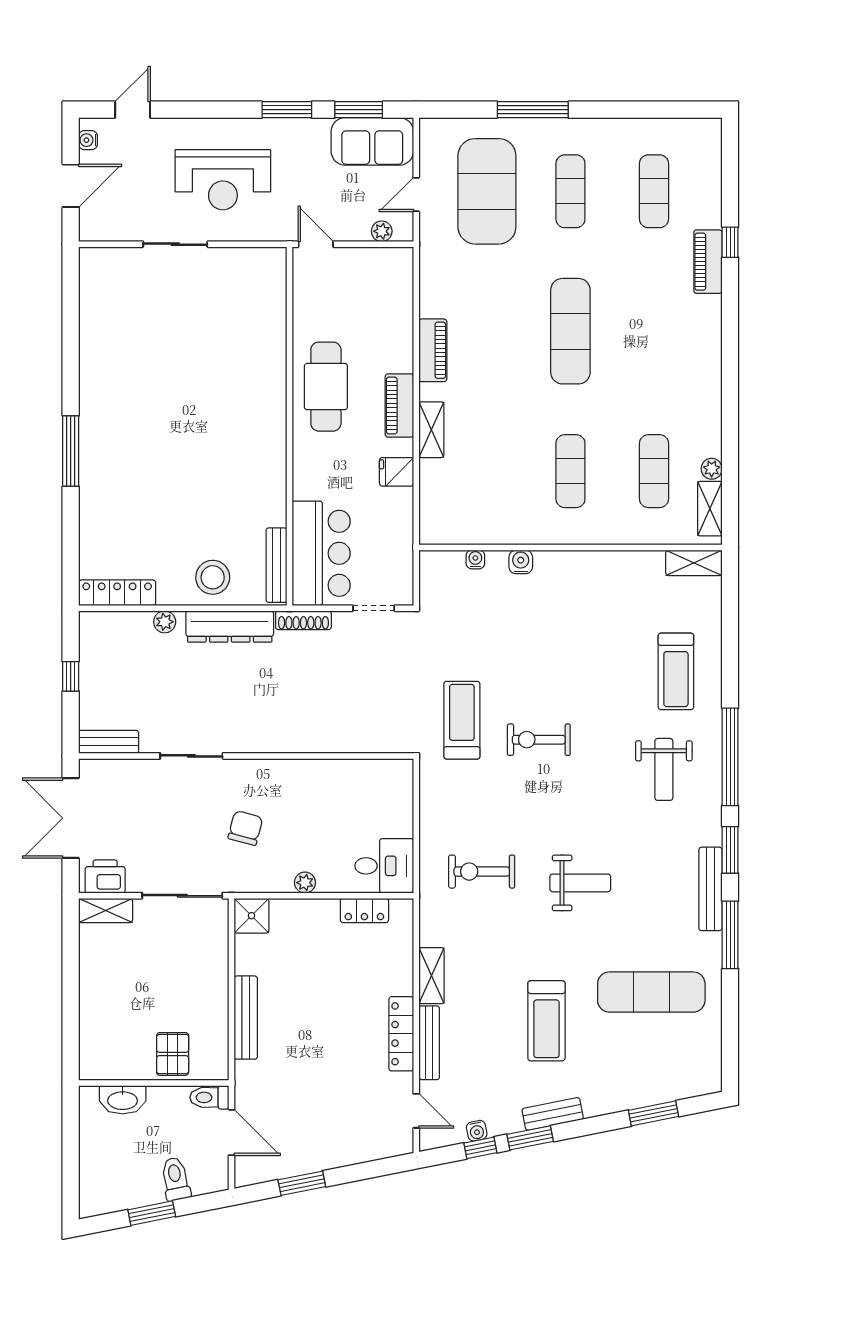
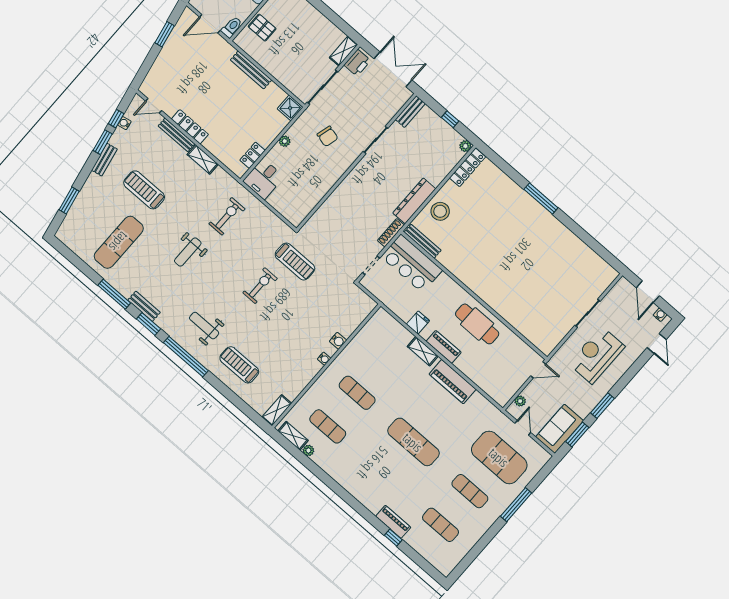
piano: (433, 350) -> (453, 382), width x1.37, depth x1.33
water cooler: (475, 559) -> (324, 359), moved
plant: (165, 622) -> (465, 146), moved
bench: (710, 889) -> (144, 306), width x0.73

